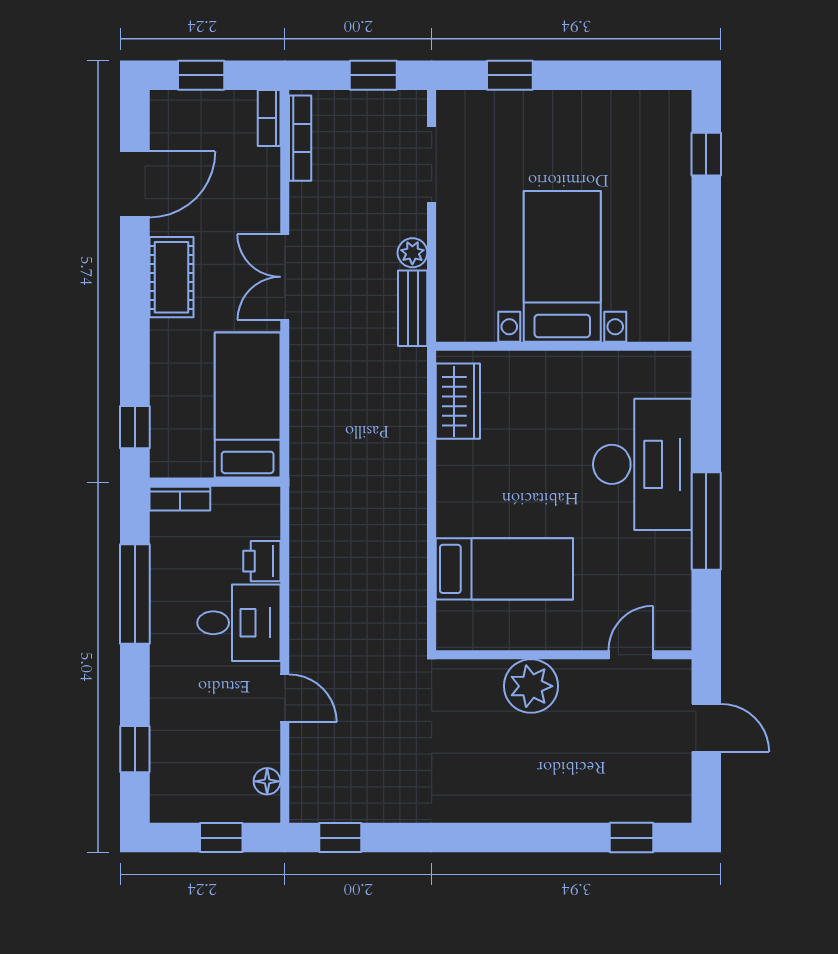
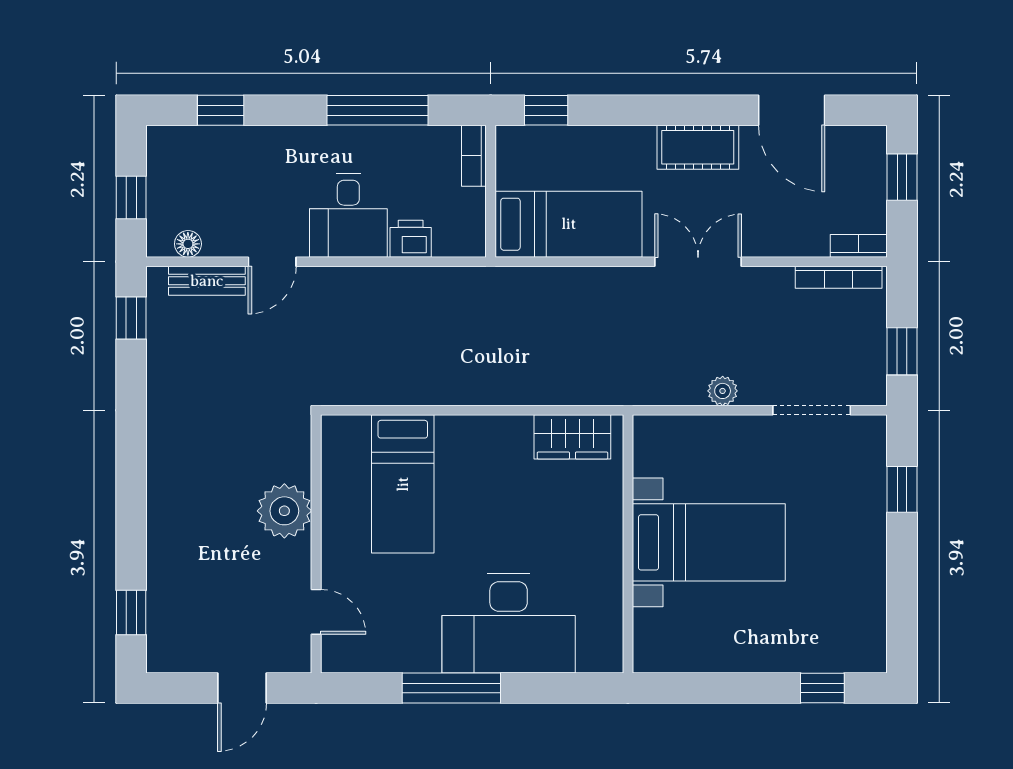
bench: (413, 308) -> (207, 281), moved

